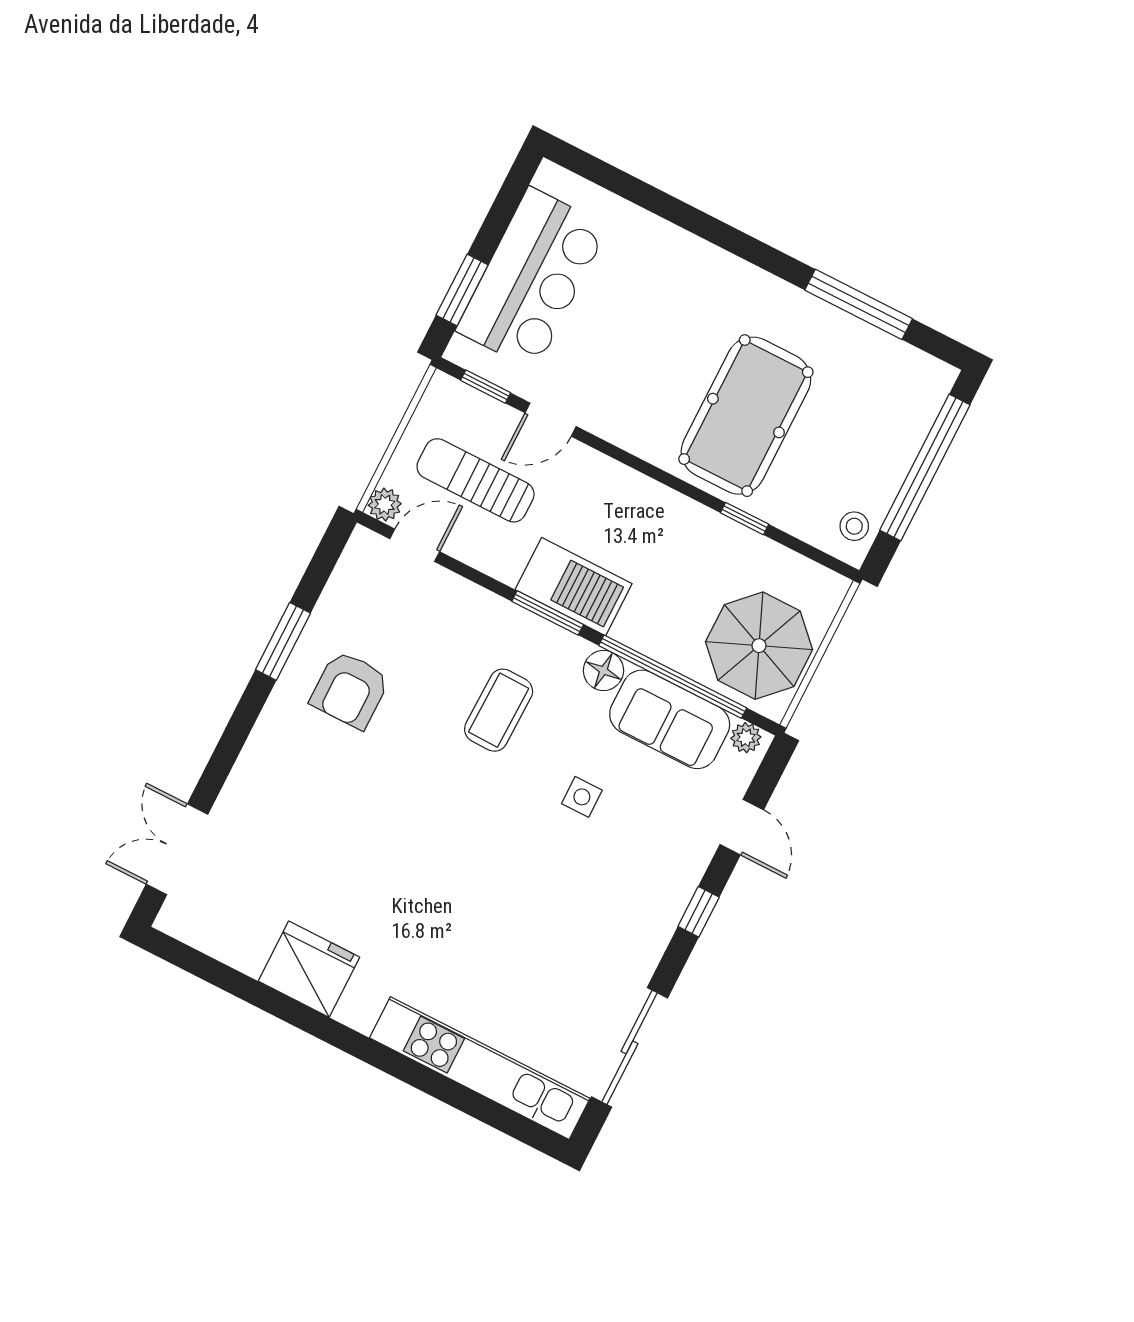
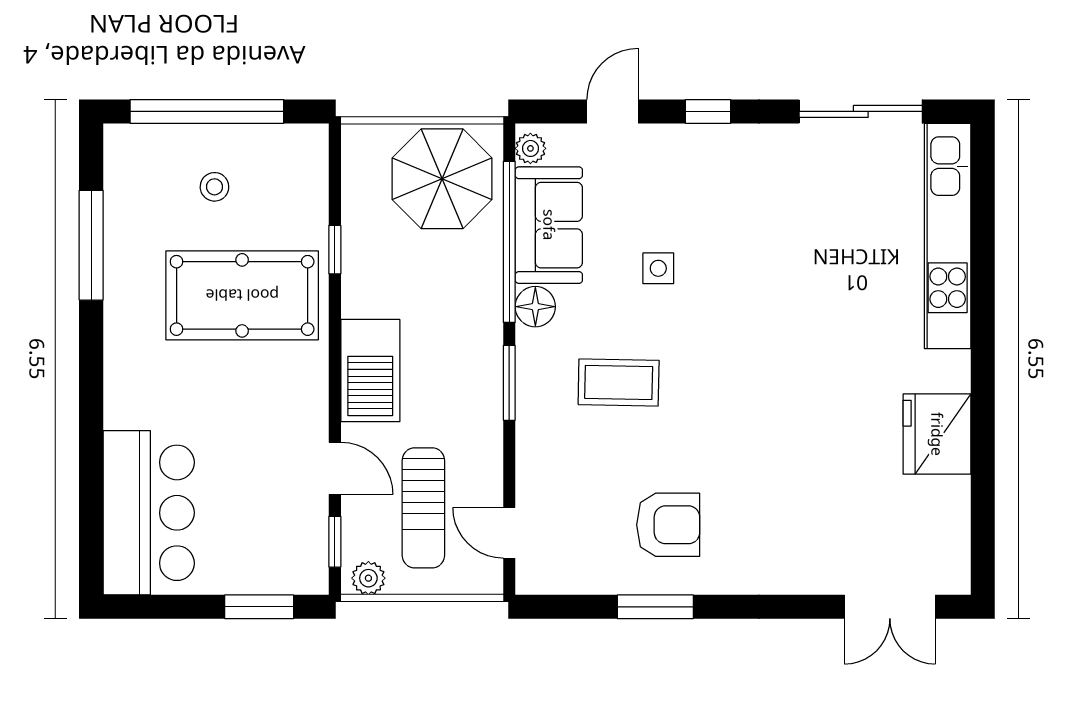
bar counter: (532, 279) -> (149, 513), moved, turned 90
plant: (385, 505) -> (368, 578), moved
stool: (854, 526) -> (214, 187), moved
barbecue: (574, 587) -> (370, 371), moved, turned 180

